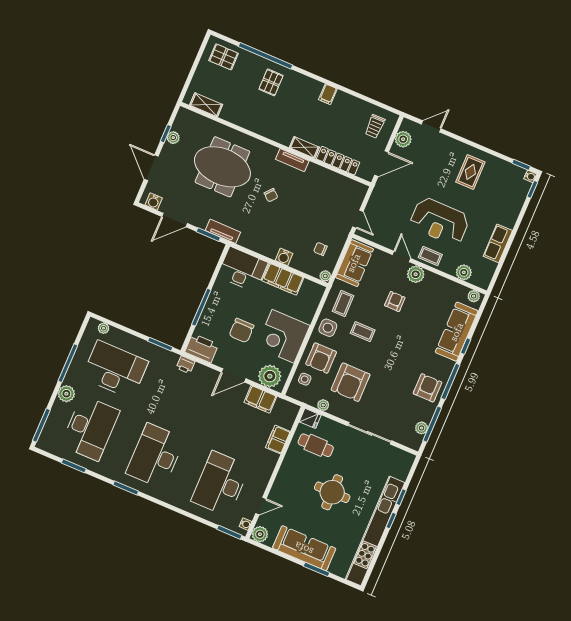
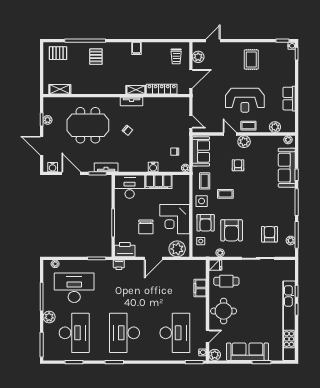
door: (175, 220) -> (71, 173), swing flipped
armchair: (427, 388) -> (269, 234), moved
filing cabinet: (260, 399) -> (177, 267), removed
desk: (220, 484) -> (175, 333), turned 180
round table: (332, 492) -> (224, 311), moved

